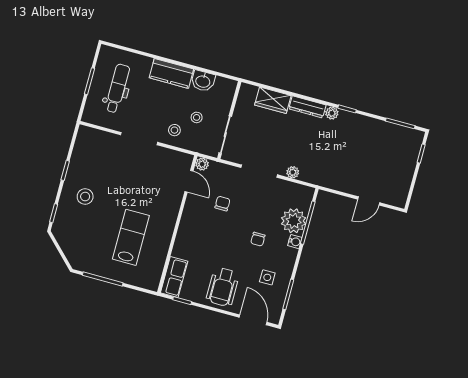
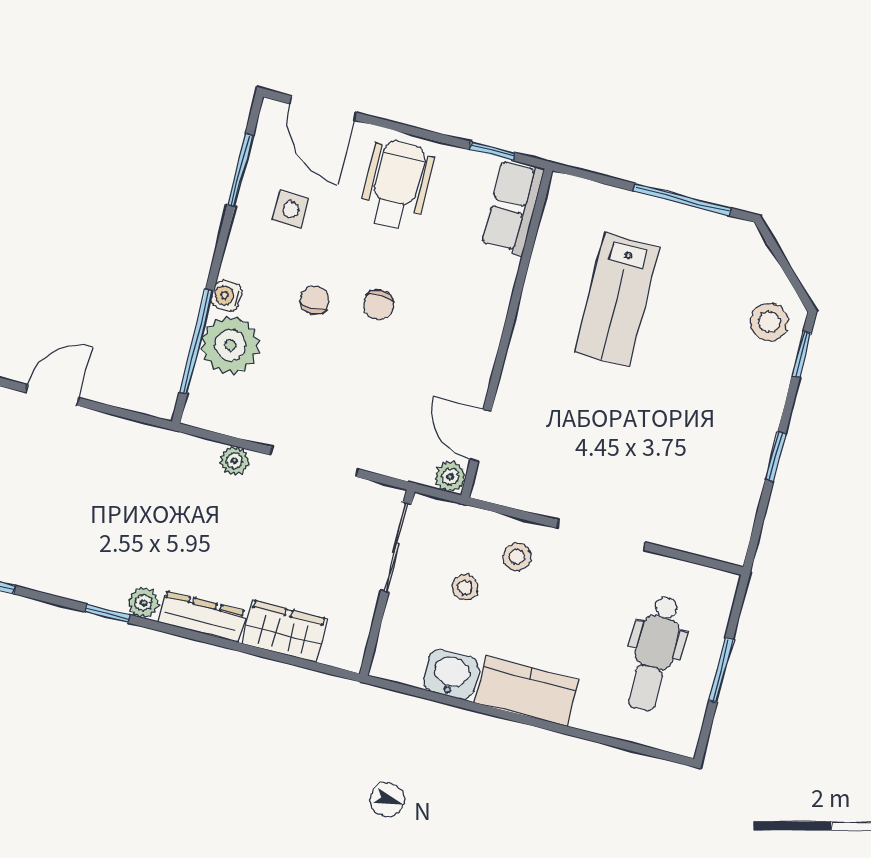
stool: (85, 197) -> (769, 322), moved
chair: (222, 203) -> (379, 305), moved

